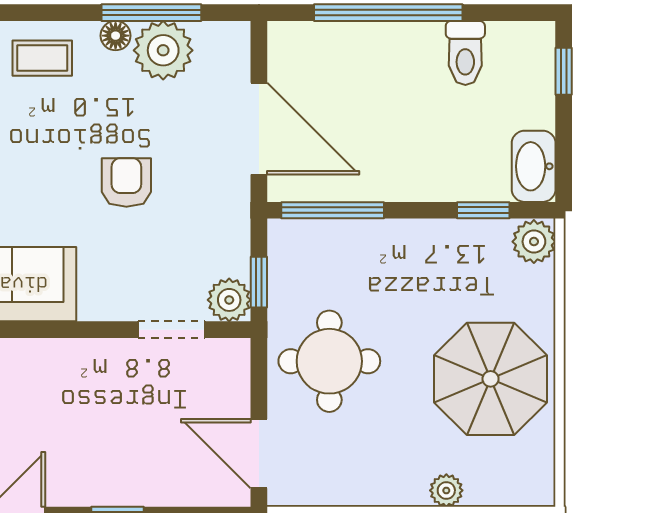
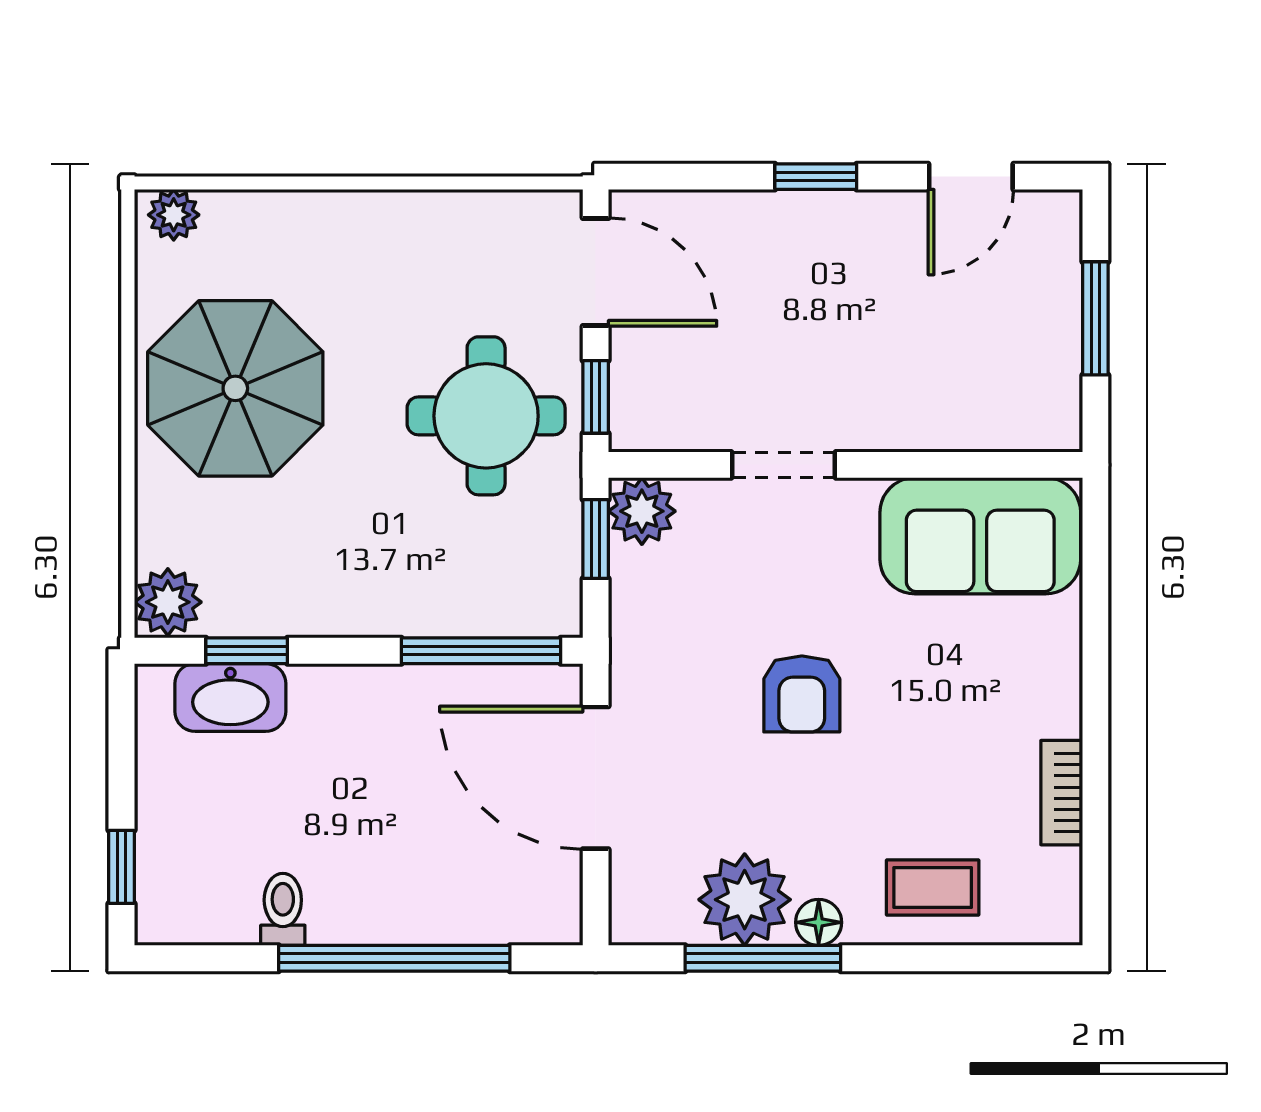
toilet: (465, 53) -> (283, 909), width x0.73, depth x0.72
washbasin: (534, 166) -> (230, 697), moved, turned 90
doorway: (171, 330) -> (783, 465), moved
window: (259, 373) -> (596, 397), added
plant: (446, 490) -> (174, 215), moved

